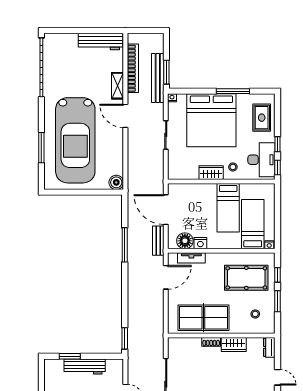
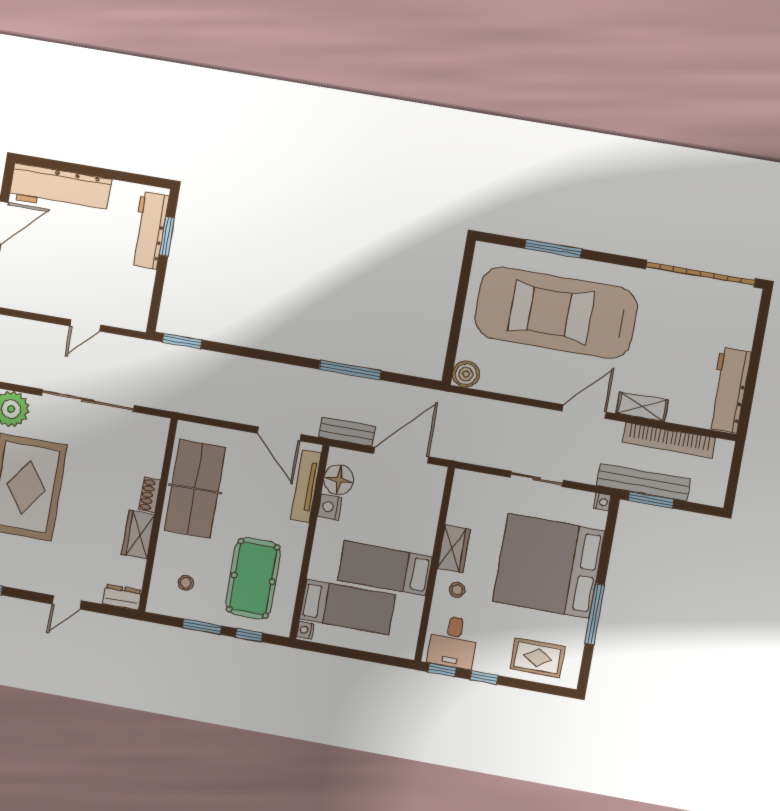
desk: (261, 160) -> (453, 642), width x0.73
tv unit: (191, 258) -> (306, 486), width x1.41
workbench: (85, 366) -> (149, 230), moved

